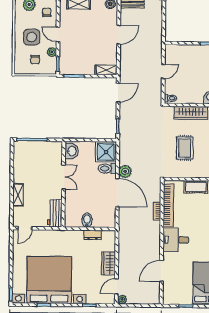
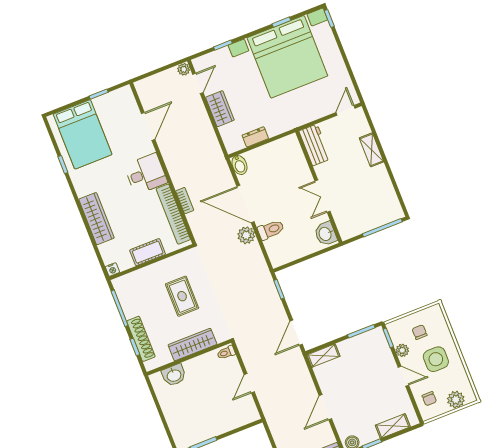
shower: (106, 152) -> (281, 250), removed
bidet: (87, 220) -> (239, 165), moved

